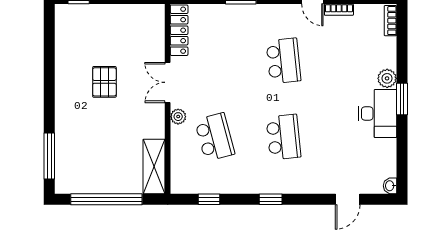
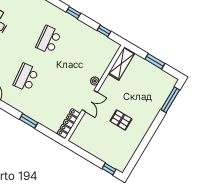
pallet: (104, 82) -> (121, 120), turned 90
school desk: (215, 137) -> (83, 60), removed
window: (106, 199) -> (155, 61), width x0.47

